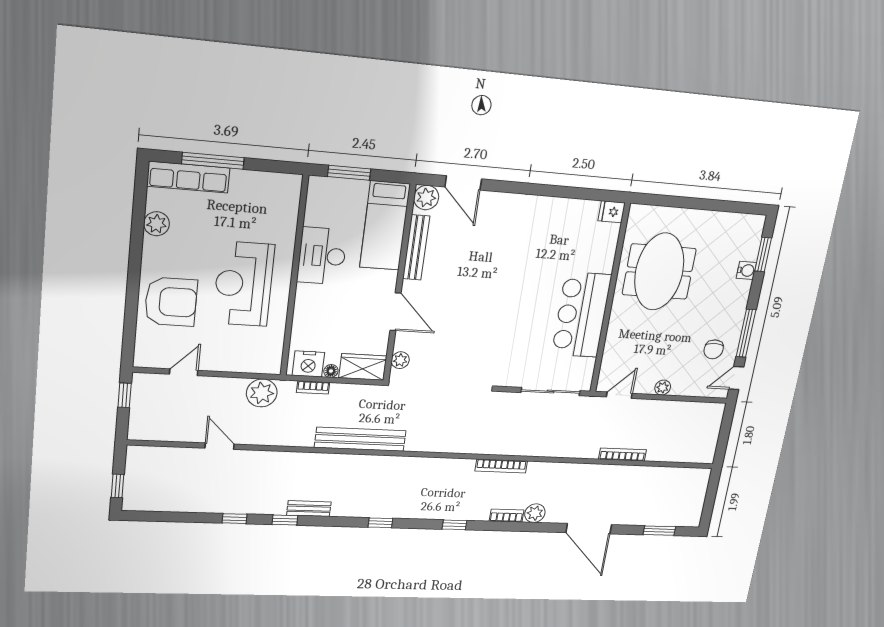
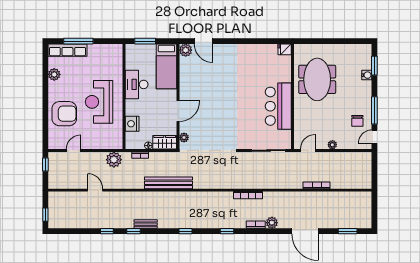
bench: (416, 247) -> (184, 76), removed
door: (396, 312) -> (178, 111), hinge flipped
nightstand: (308, 364) -> (132, 124), moved, turned 90

